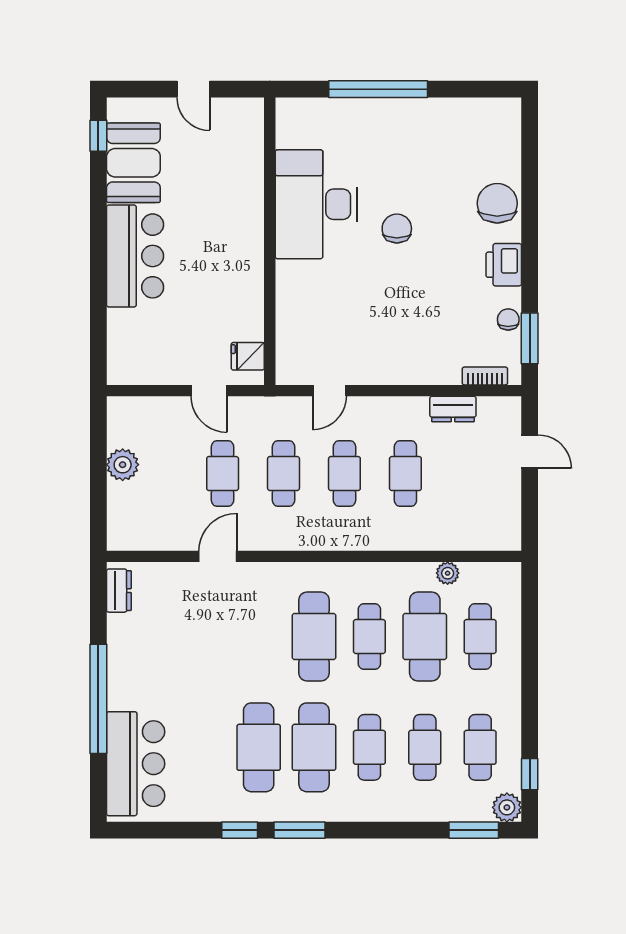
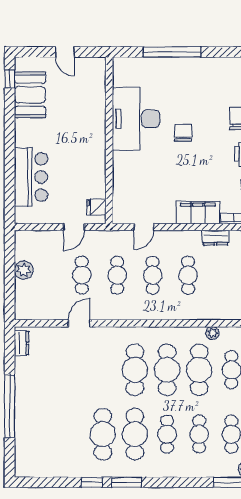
bar counter: (135, 256) -> (31, 177), moved
filing cabinet: (423, 366) -> (198, 213), added
door: (209, 391) -> (74, 227), hinge flipped
cafe table: (369, 637) -> (167, 370), width x1.37, depth x1.35
bar counter: (136, 764) -> (31, 444), removed

